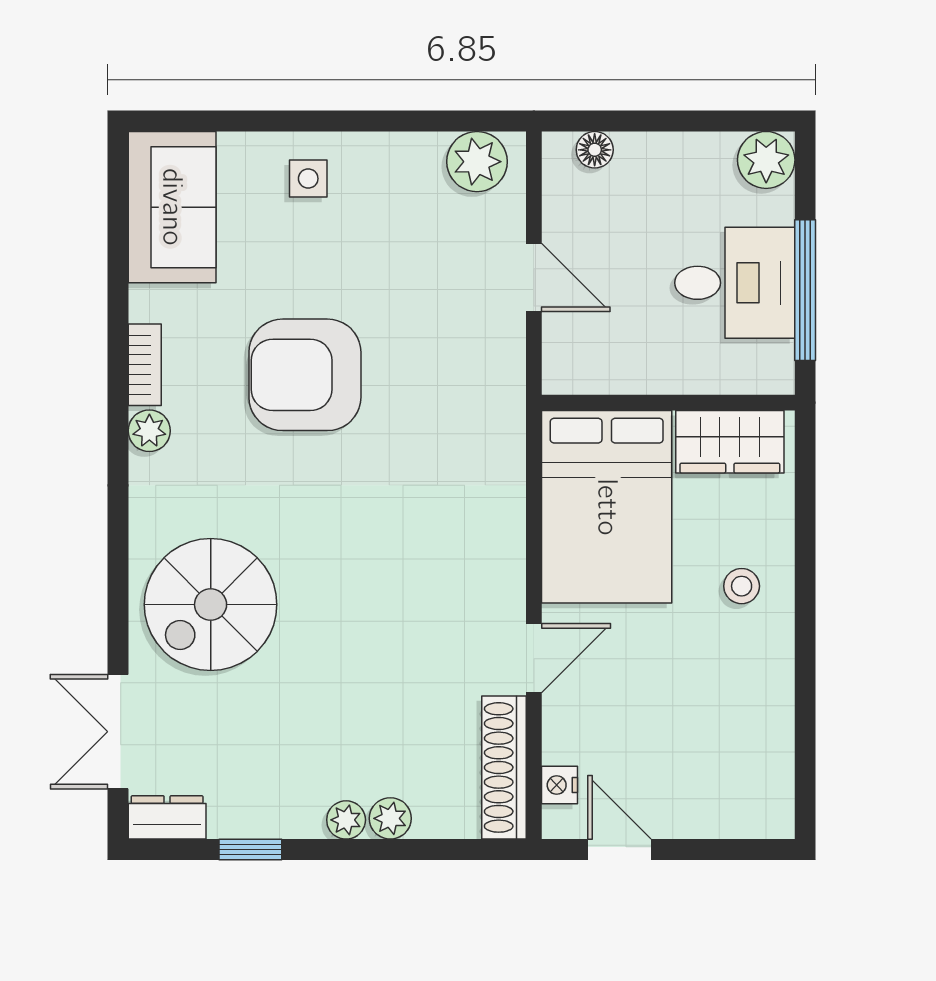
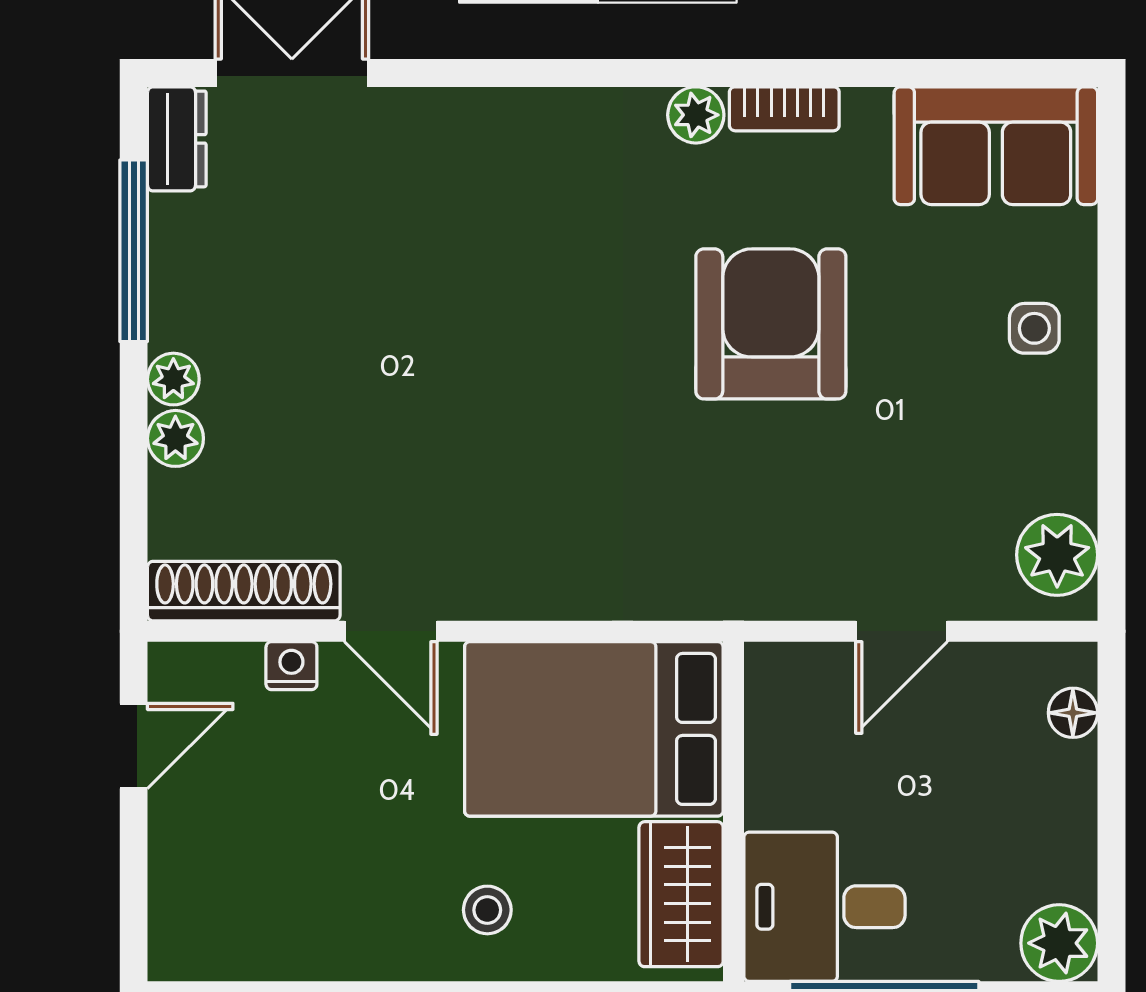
desk: (735, 283) -> (824, 907), moved, turned 90
spiral stairs: (211, 605) -> (462, 197), removed
nightstand: (560, 785) -> (291, 666), moved
window: (250, 850) -> (134, 251), width x2.17

